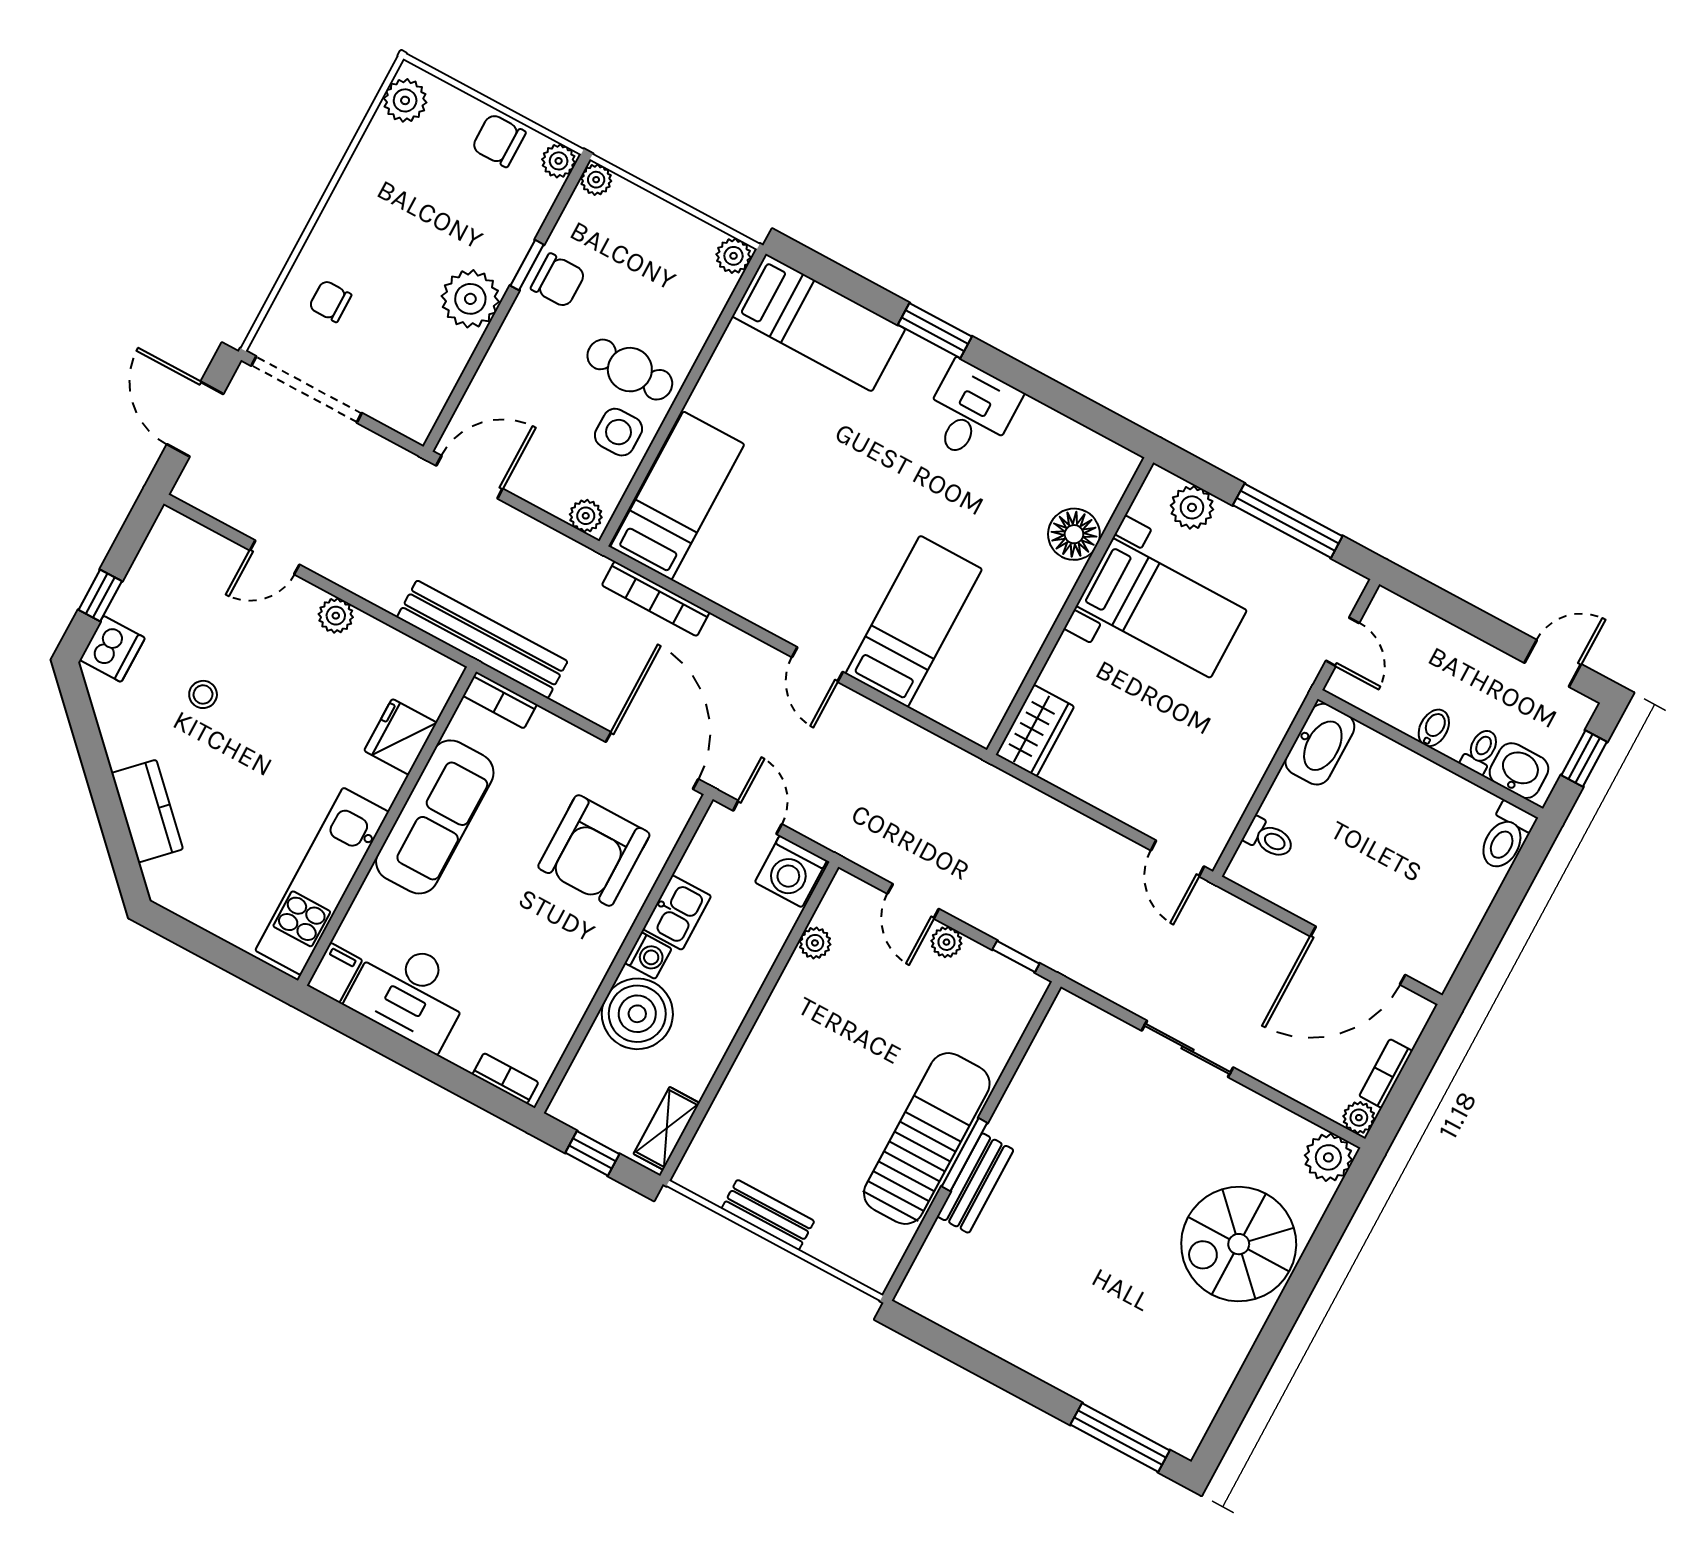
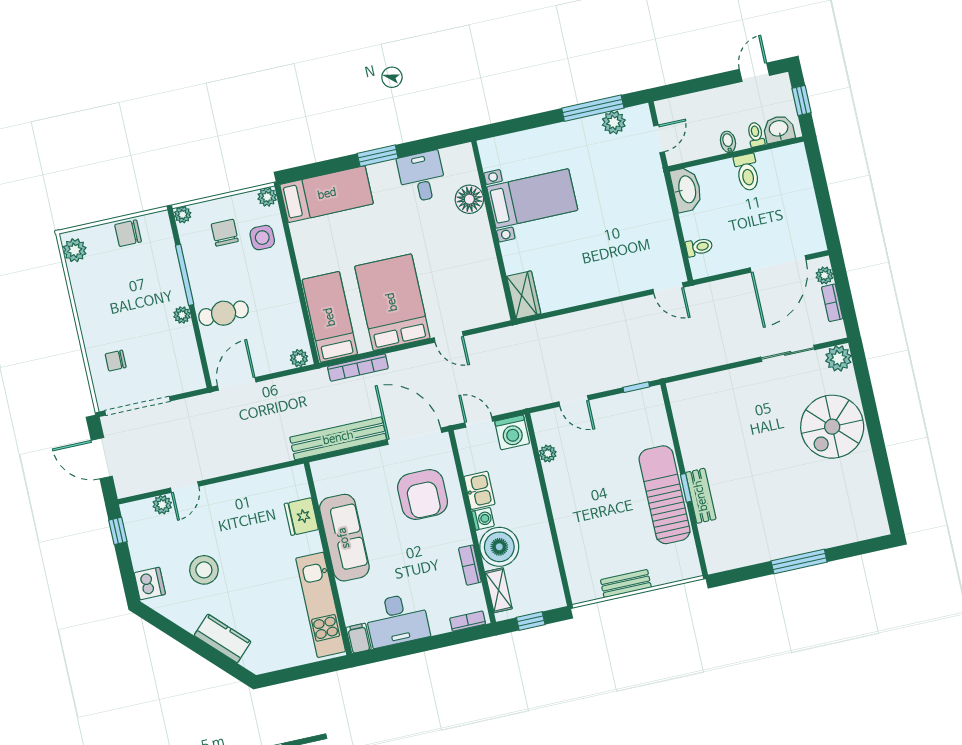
plant: (559, 161) -> (160, 220), removed
window: (527, 265) -> (185, 275), width x2.17
chair: (558, 280) -> (225, 233), moved, turned -90
plant: (470, 299) -> (182, 315), width x0.53, depth x0.53
cafe table: (630, 370) -> (224, 313), moved
side table: (618, 432) -> (262, 238), moved
plant: (1192, 507) -> (614, 122), moved
floor lamp: (1074, 534) -> (469, 199), moved
window: (100, 595) -> (118, 531), moved
wall: (1070, 606) -> (494, 231), moved
bed with nightstands: (1161, 608) -> (532, 199), moved
plant: (336, 616) -> (162, 505), moved
bed: (914, 621) -> (392, 302), moved, width x1.50
bench: (482, 639) -> (338, 438), moved
door: (1342, 642) -> (659, 139), hinge flipped
stool: (203, 694) -> (204, 570), width x1.89, depth x1.89
bookcase: (500, 700) -> (470, 565), moved, turned 90
wardrobe: (1035, 731) -> (524, 295), moved
toilet: (1506, 837) -> (747, 172), moved
plant: (946, 942) -> (602, 406), removed
sliding door: (1188, 1049) -> (788, 353), moved
plant: (1359, 1118) -> (824, 275), moved
shelving: (667, 1128) -> (499, 590), moved
window: (964, 1155) -> (686, 488), width x0.67
window: (1120, 1437) -> (799, 561), moved

